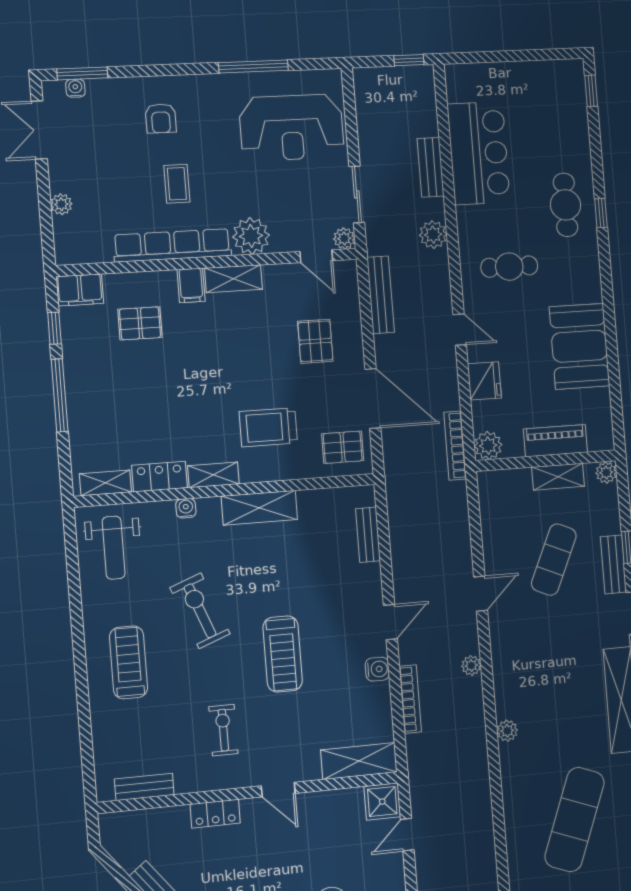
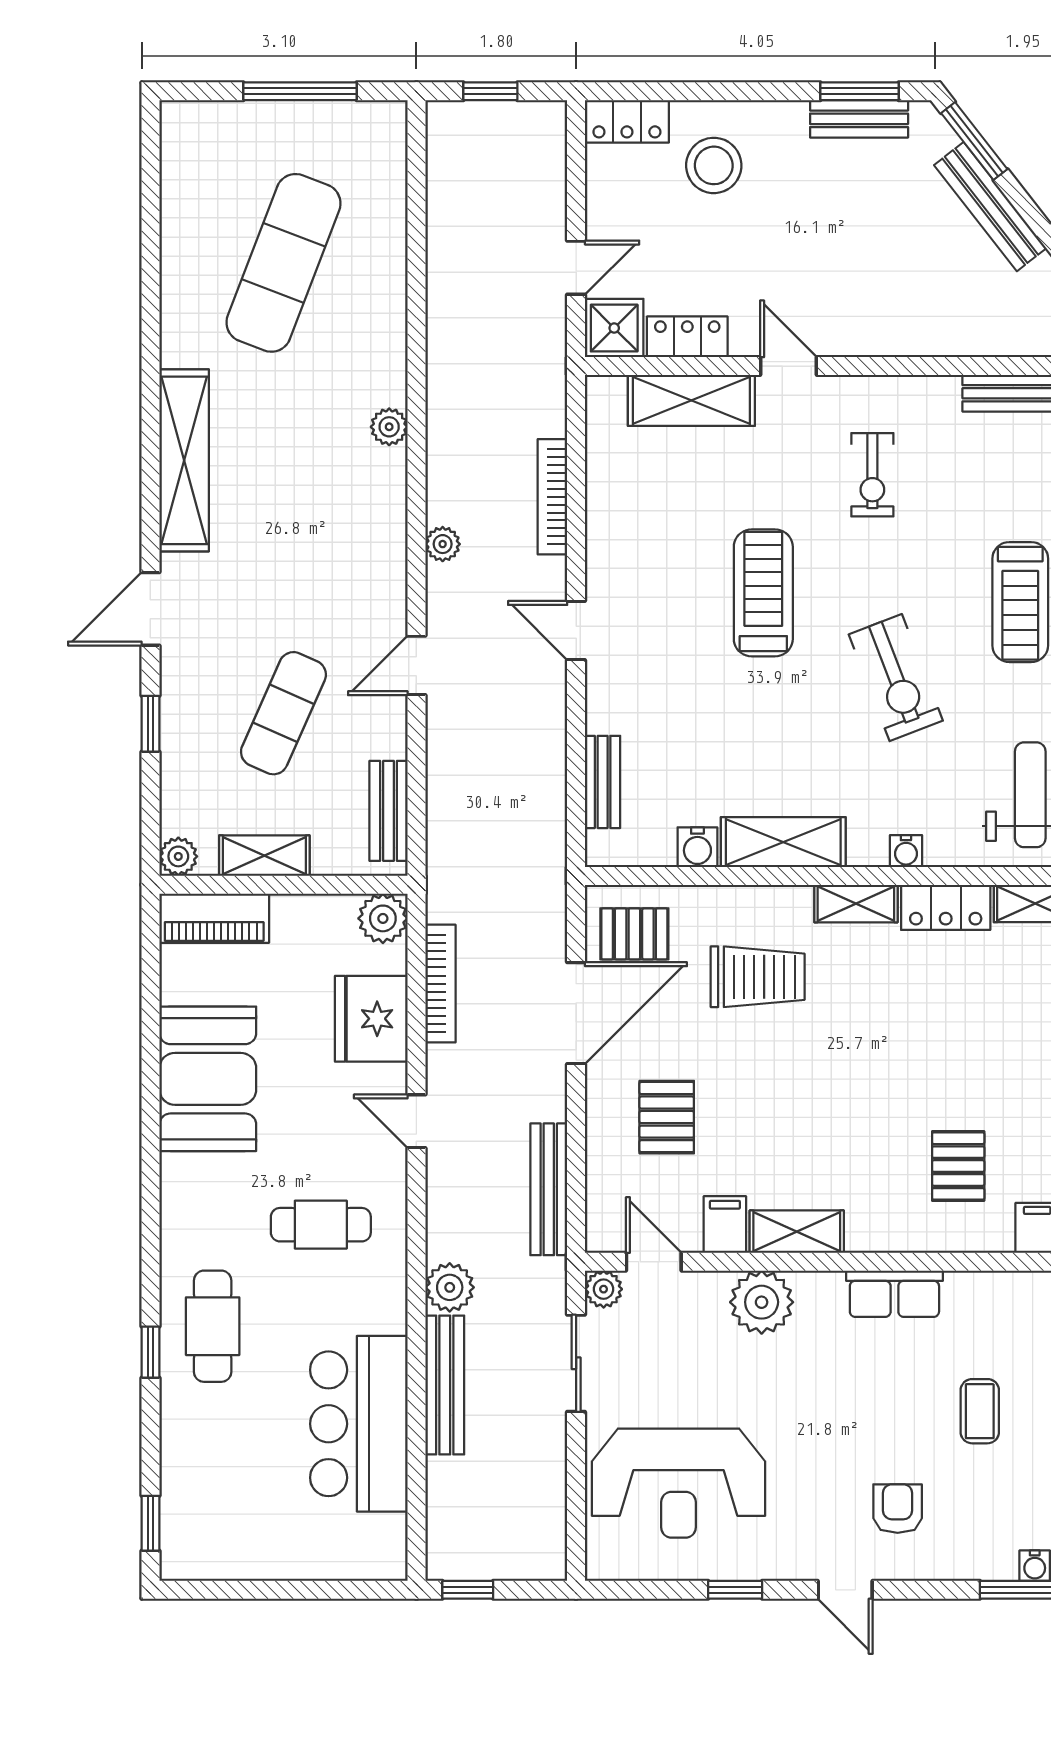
window: (253, 66) -> (735, 1590), width x0.46
door: (188, 69) -> (845, 1590), added
reception desk: (292, 127) -> (678, 1483), turned 180
bench: (431, 167) -> (445, 1385), width x1.36
coffee table: (177, 184) -> (980, 1411), moved
window: (601, 213) -> (150, 1352), moved
row of seats: (172, 245) -> (894, 1294), width x0.50
filing cabinet: (191, 285) -> (725, 1225), moved
pallet: (140, 323) -> (958, 1166), turned 90
fridge: (484, 381) -> (371, 1019), width x1.36, depth x1.34
door: (373, 398) -> (576, 1013), swing flipped
piano: (555, 441) -> (214, 918), moved
bookcase: (455, 446) -> (440, 984), moved
bench: (613, 564) -> (388, 811), moved
door: (390, 622) -> (576, 631), hinge flipped
water cooler: (377, 669) -> (697, 847), moved, turned -90
shelving: (359, 761) -> (691, 400), moved
locker: (215, 814) -> (687, 337), moved

